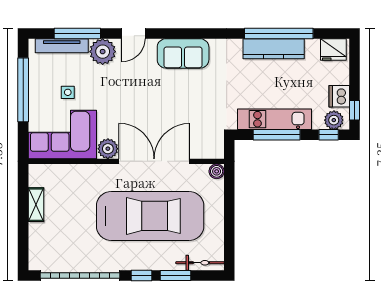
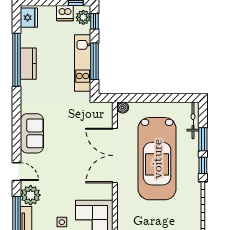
kitchen counter: (274, 49) -> (28, 64), width x0.67
plant: (108, 149) -> (105, 191), removed
car: (150, 216) -> (157, 159), turned 180

